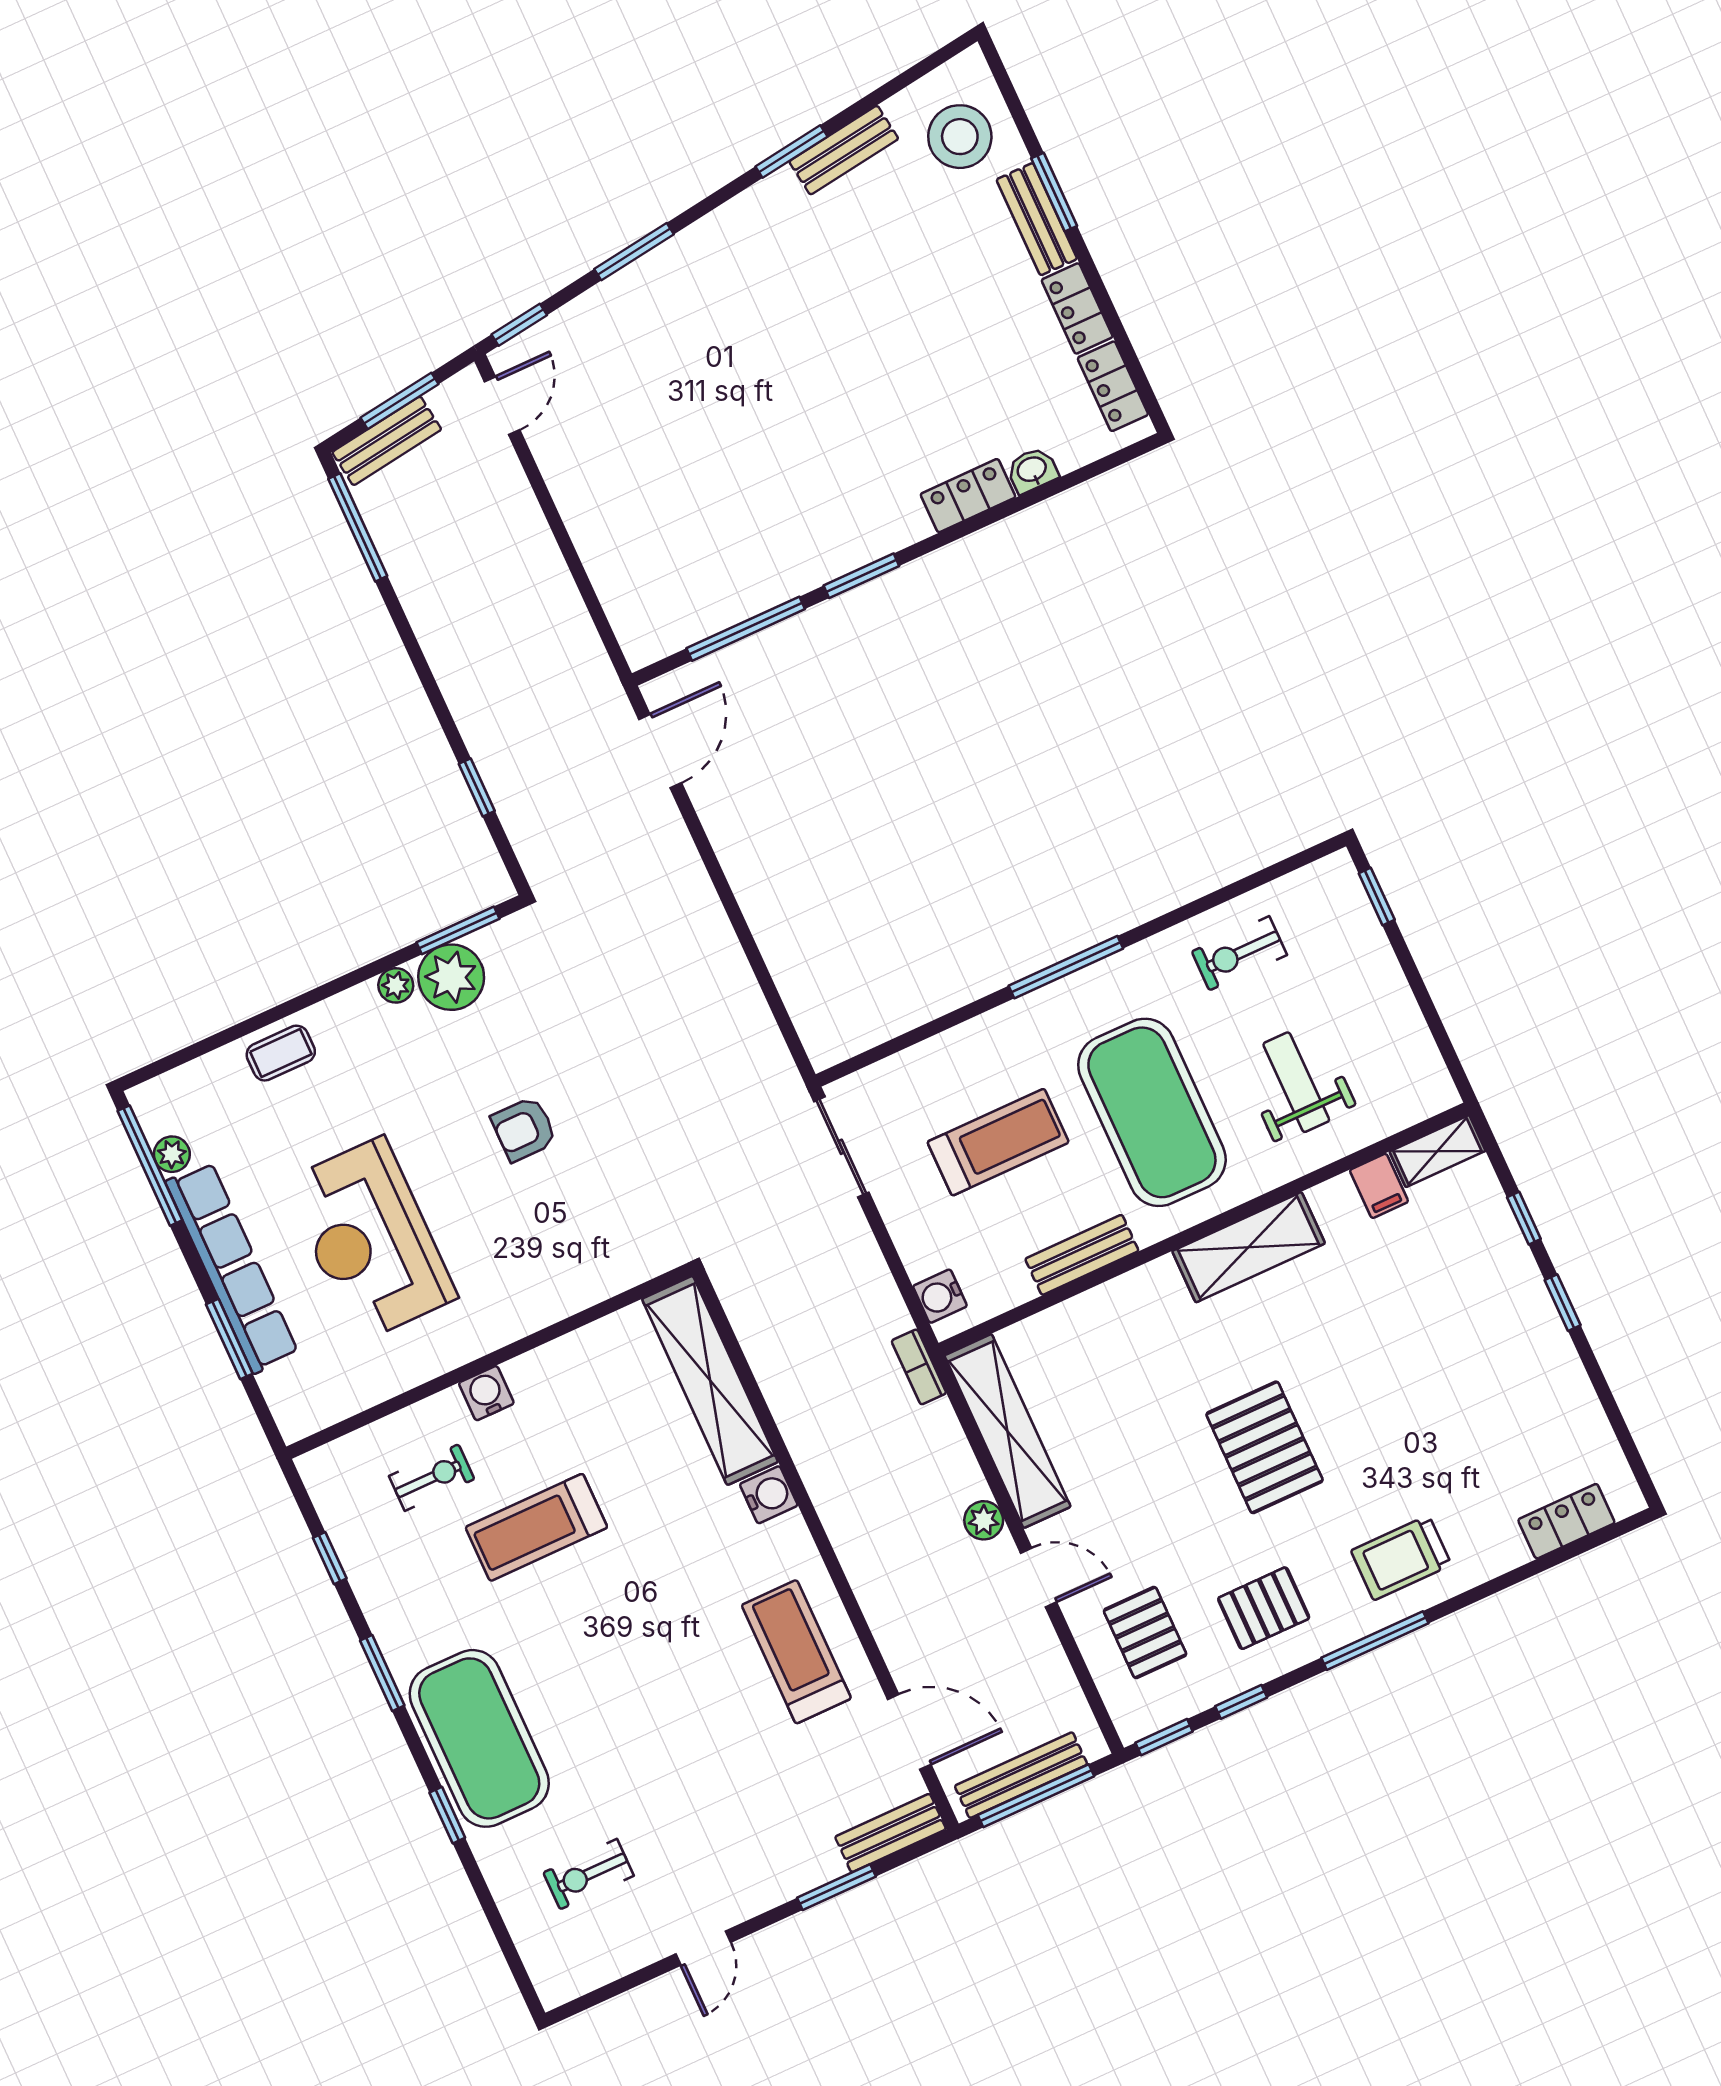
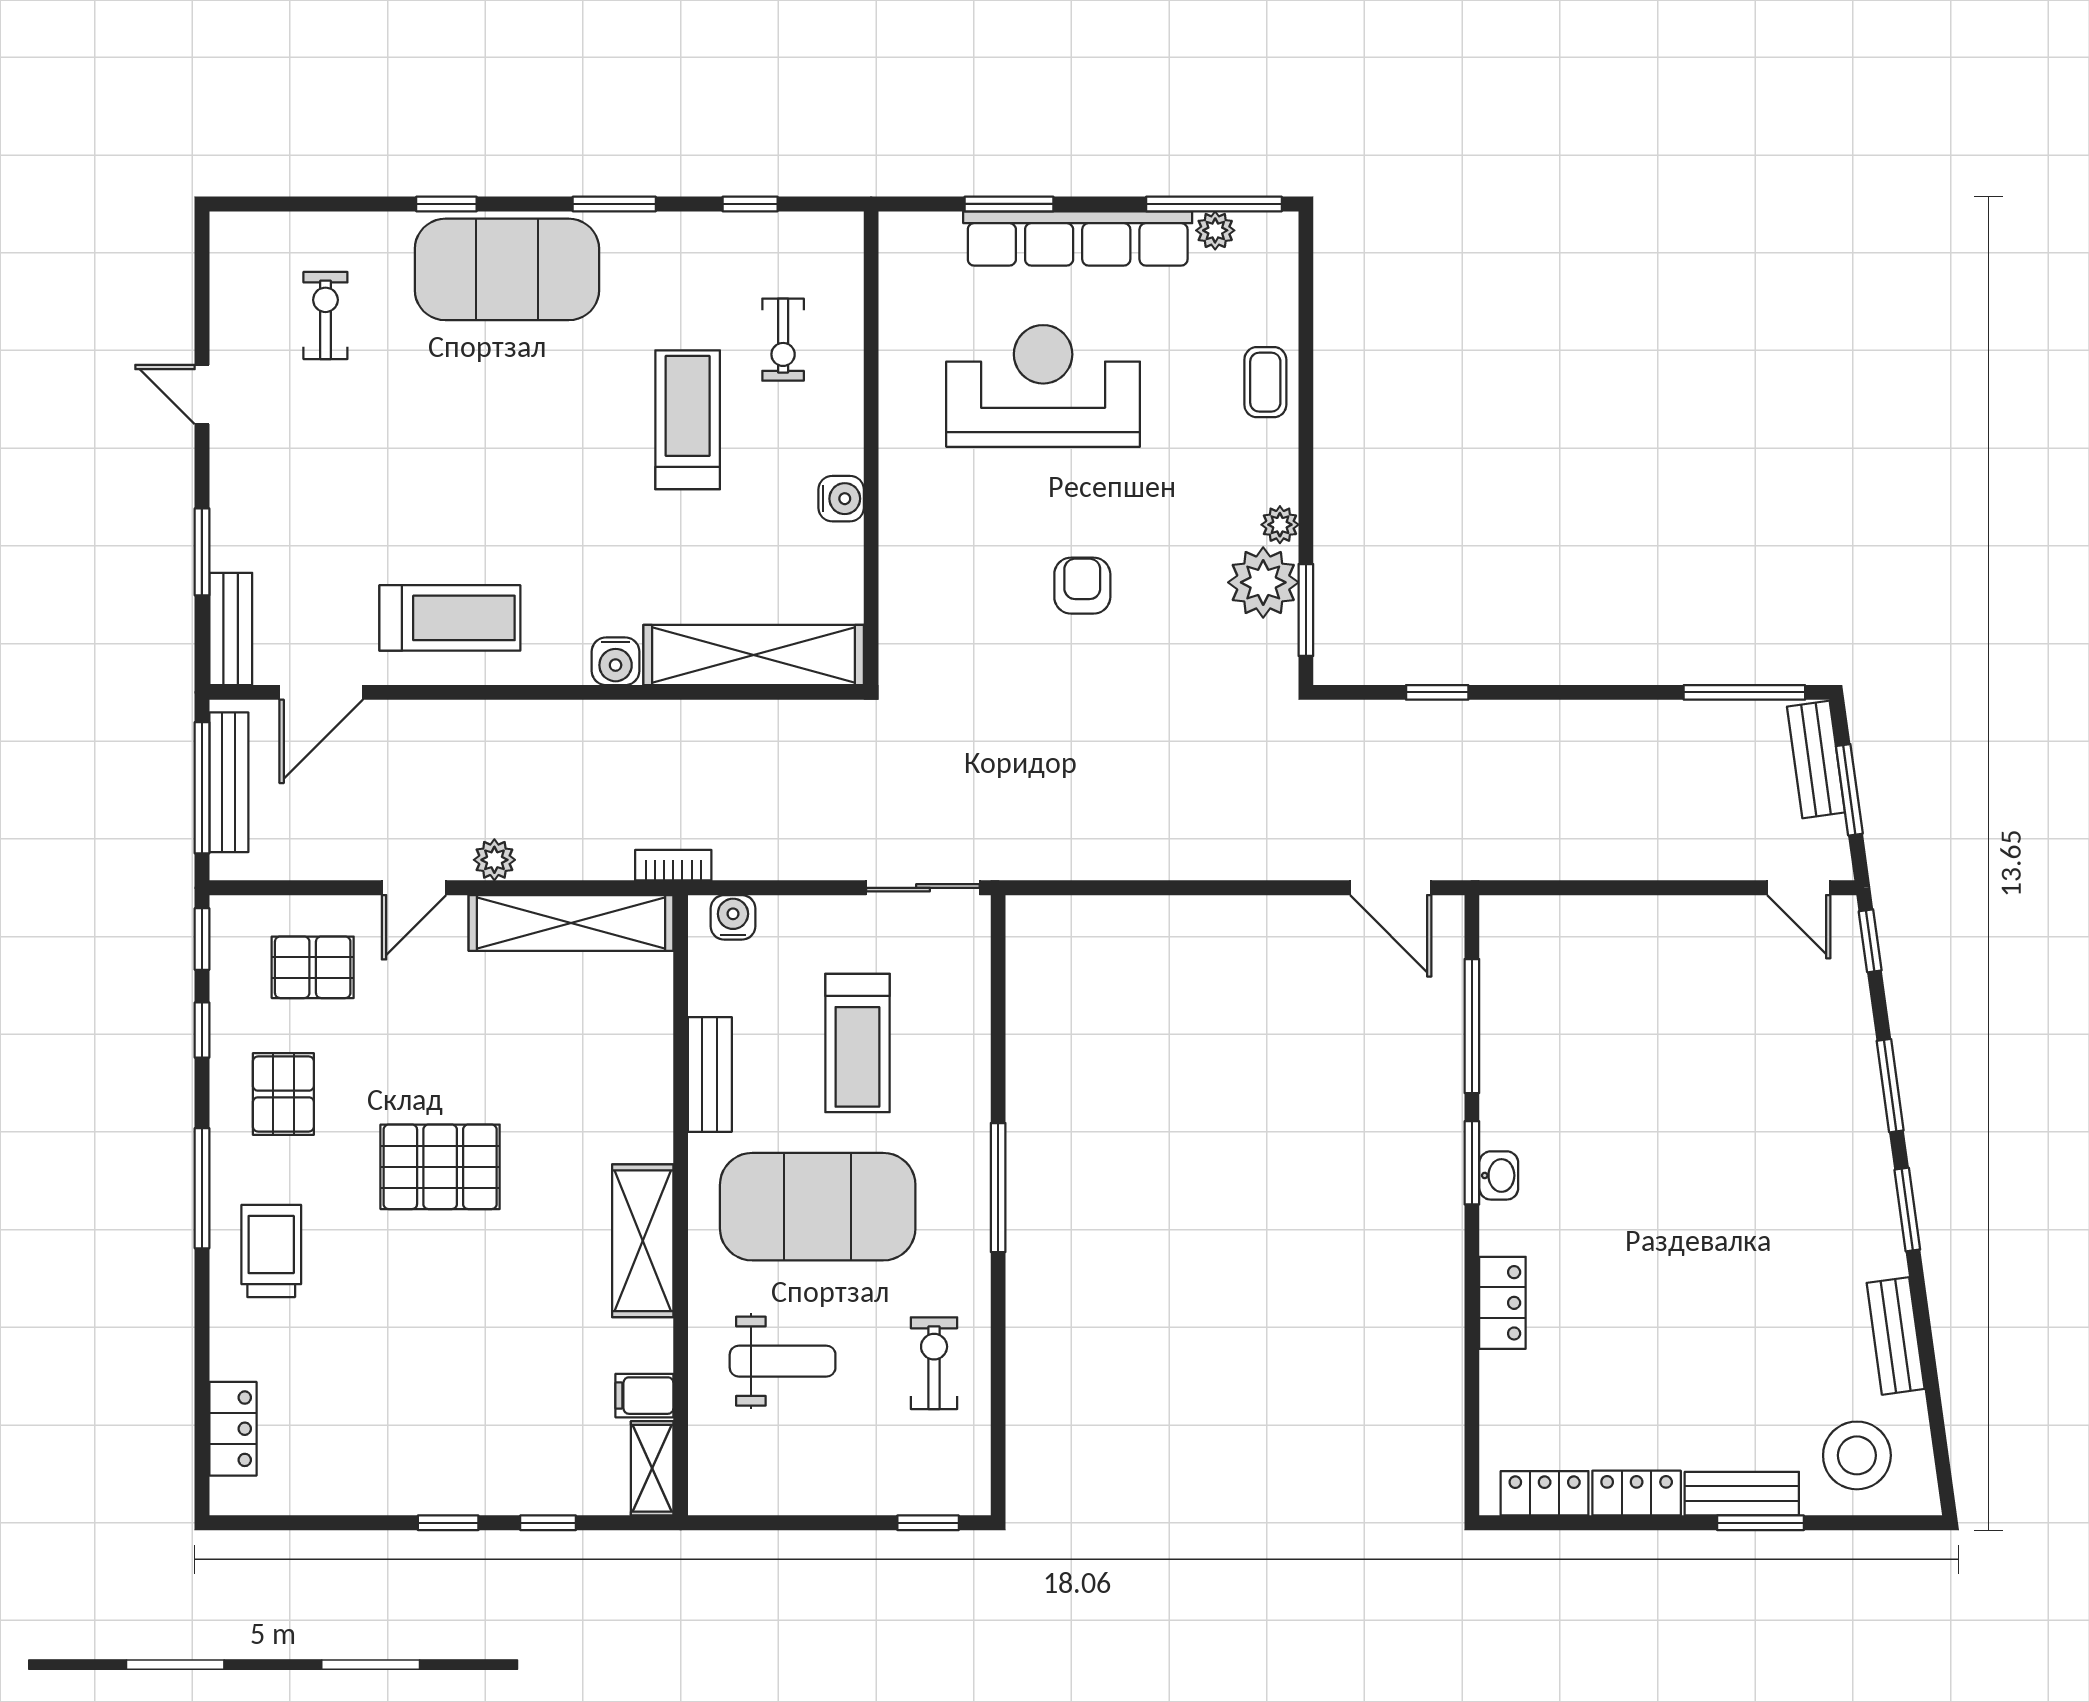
window: (791, 152) -> (1907, 1210), moved
washbasin: (1032, 470) -> (1499, 1175), moved
water cooler: (486, 1393) -> (841, 499), moved

